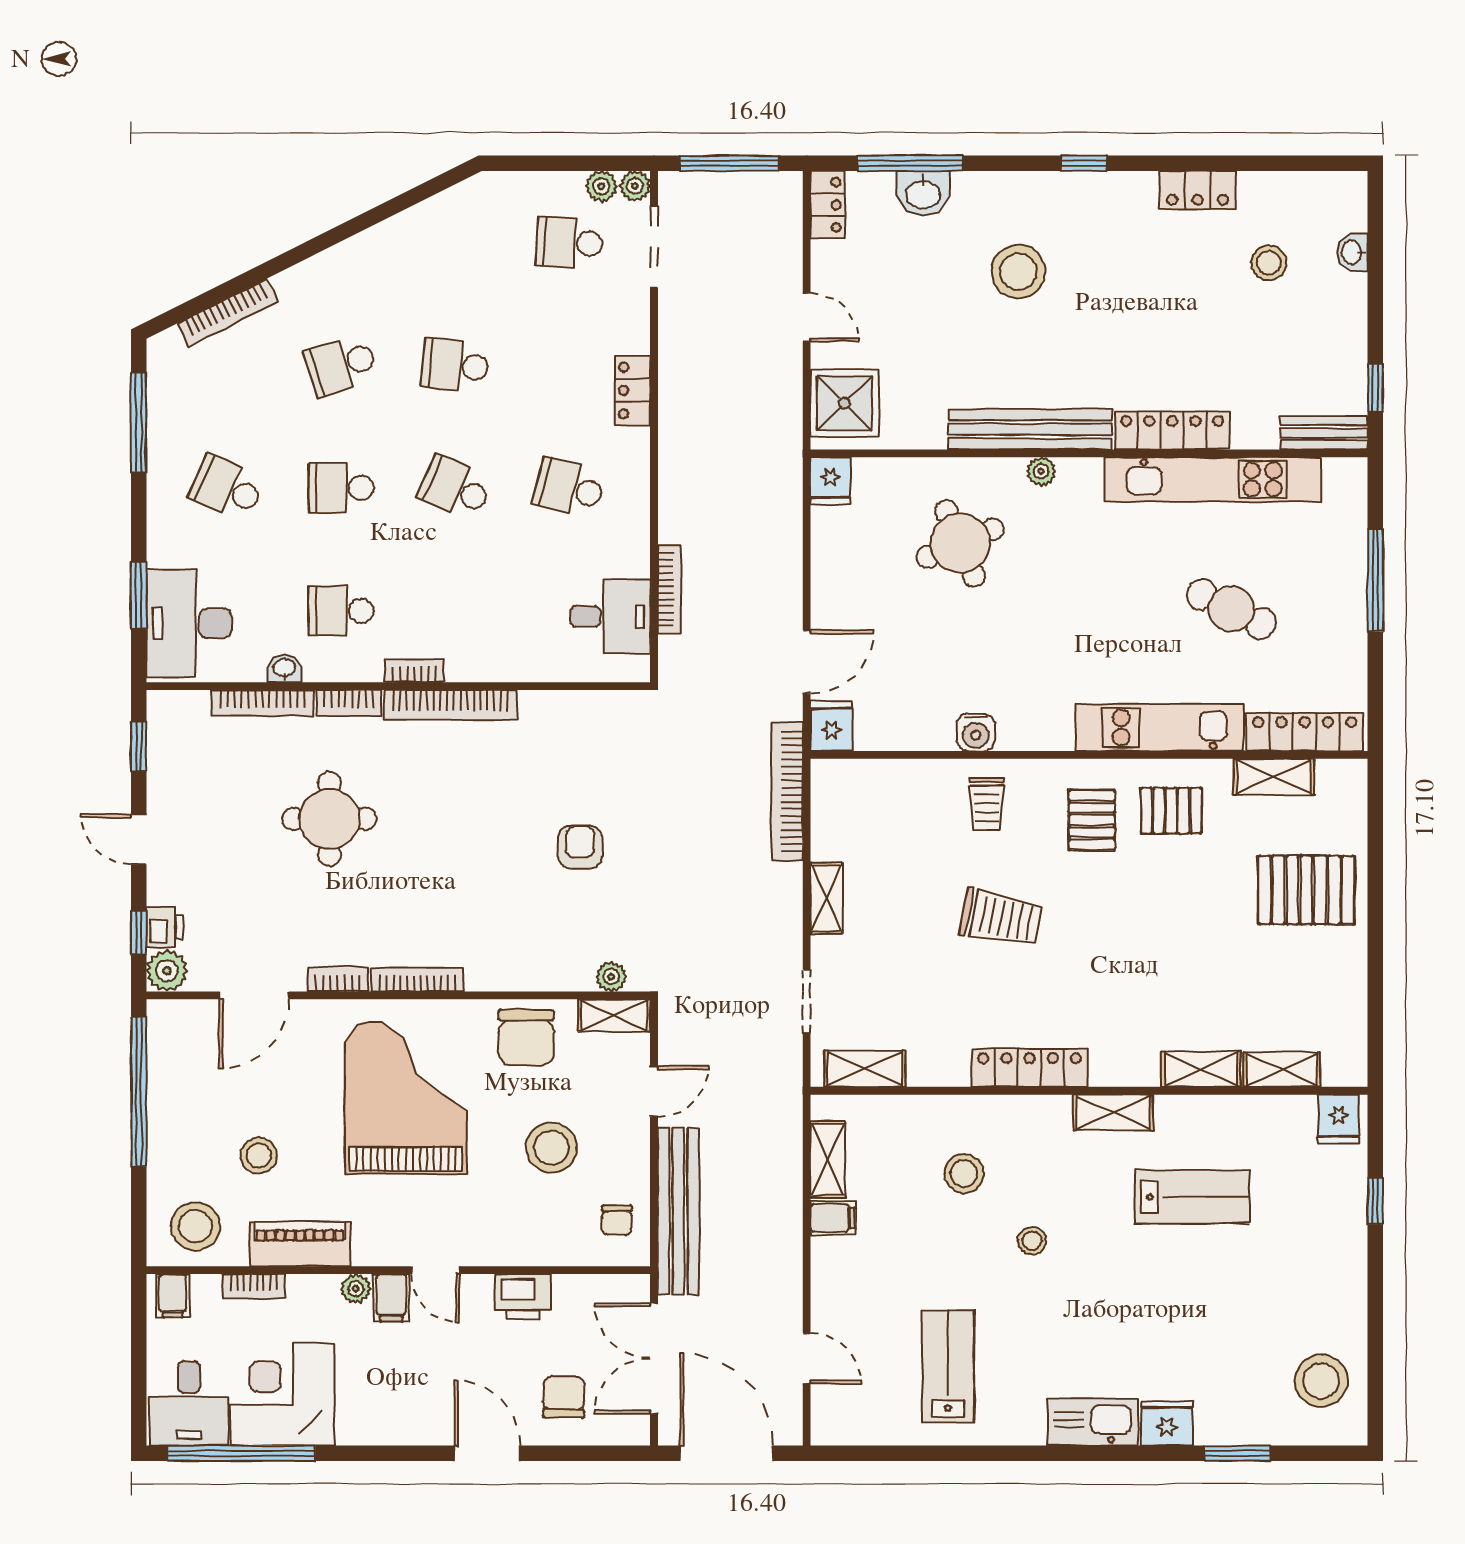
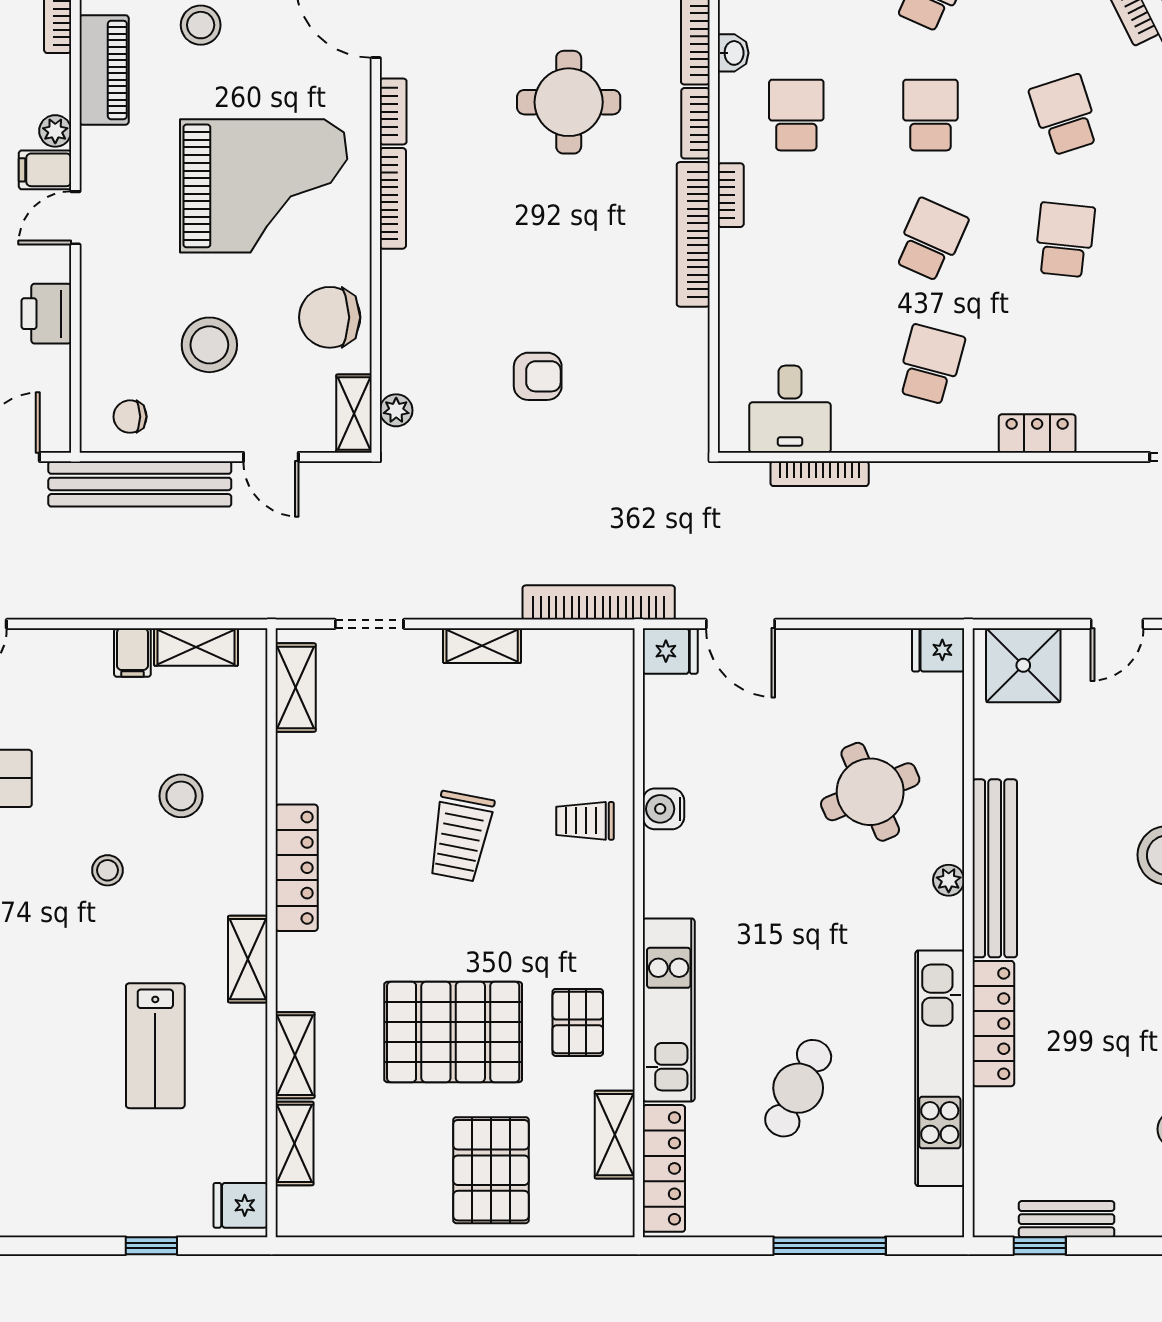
bench: (1324, 433) -> (1067, 1219), moved, turned 90
pallet: (1092, 820) -> (453, 1032), moved, width x2.05, depth x2.00

